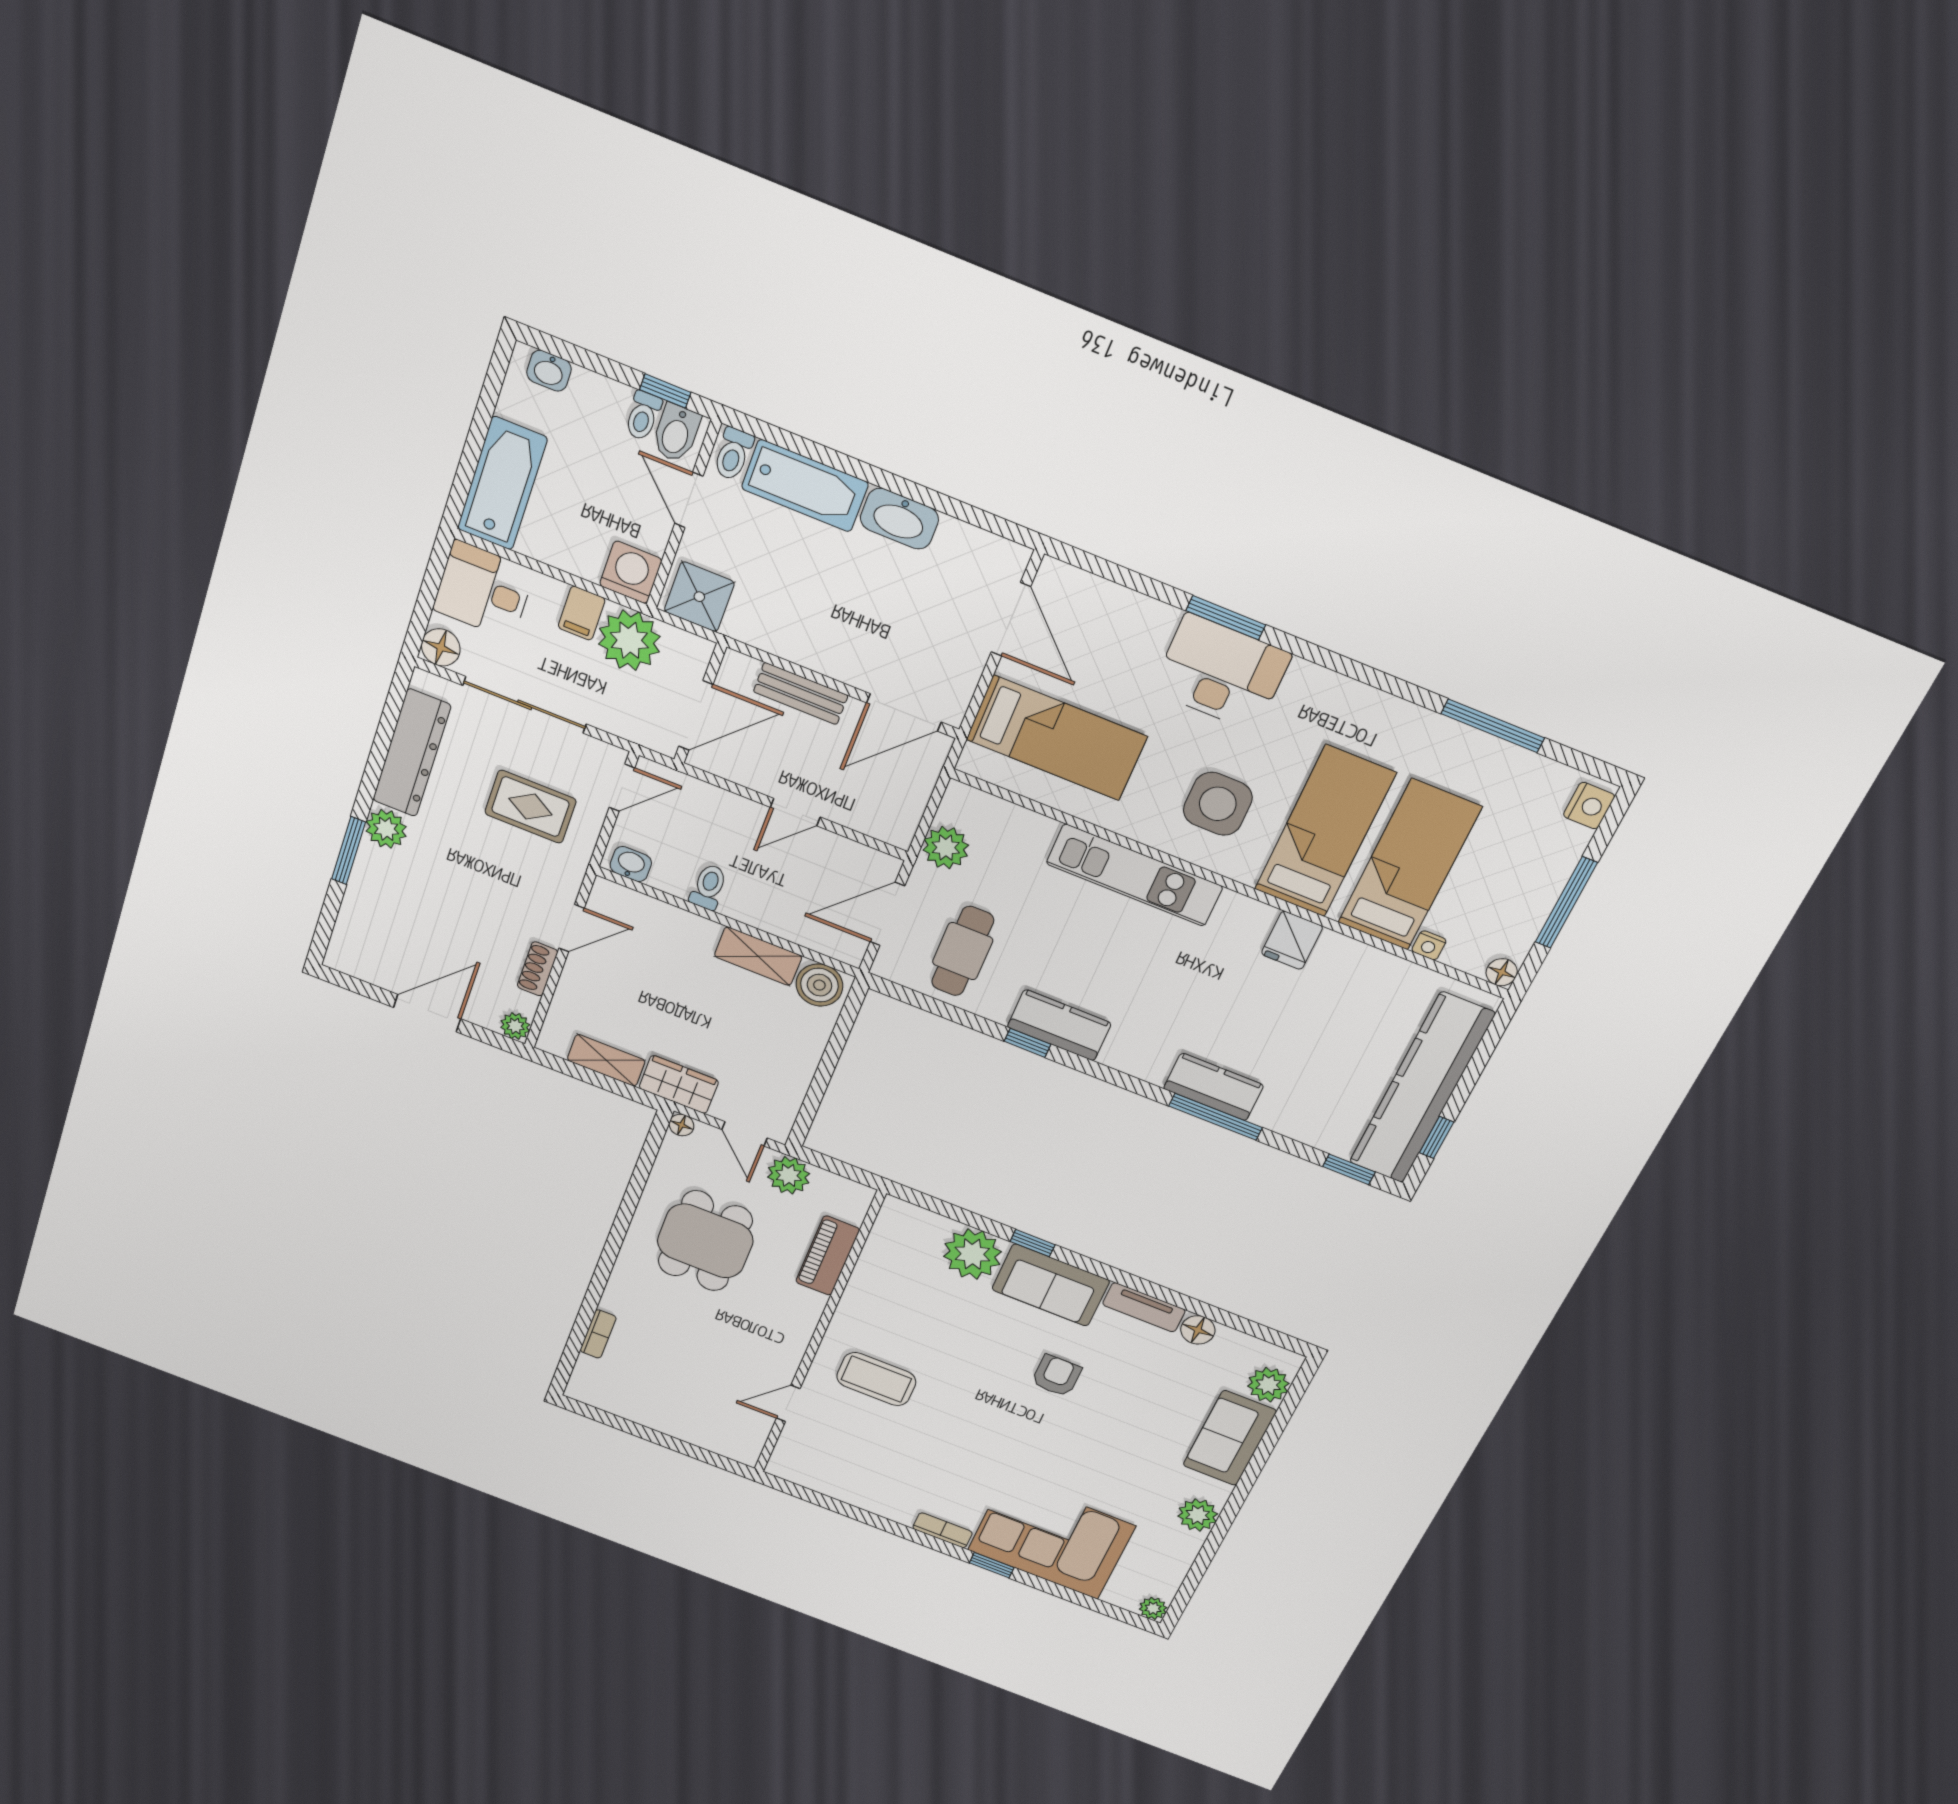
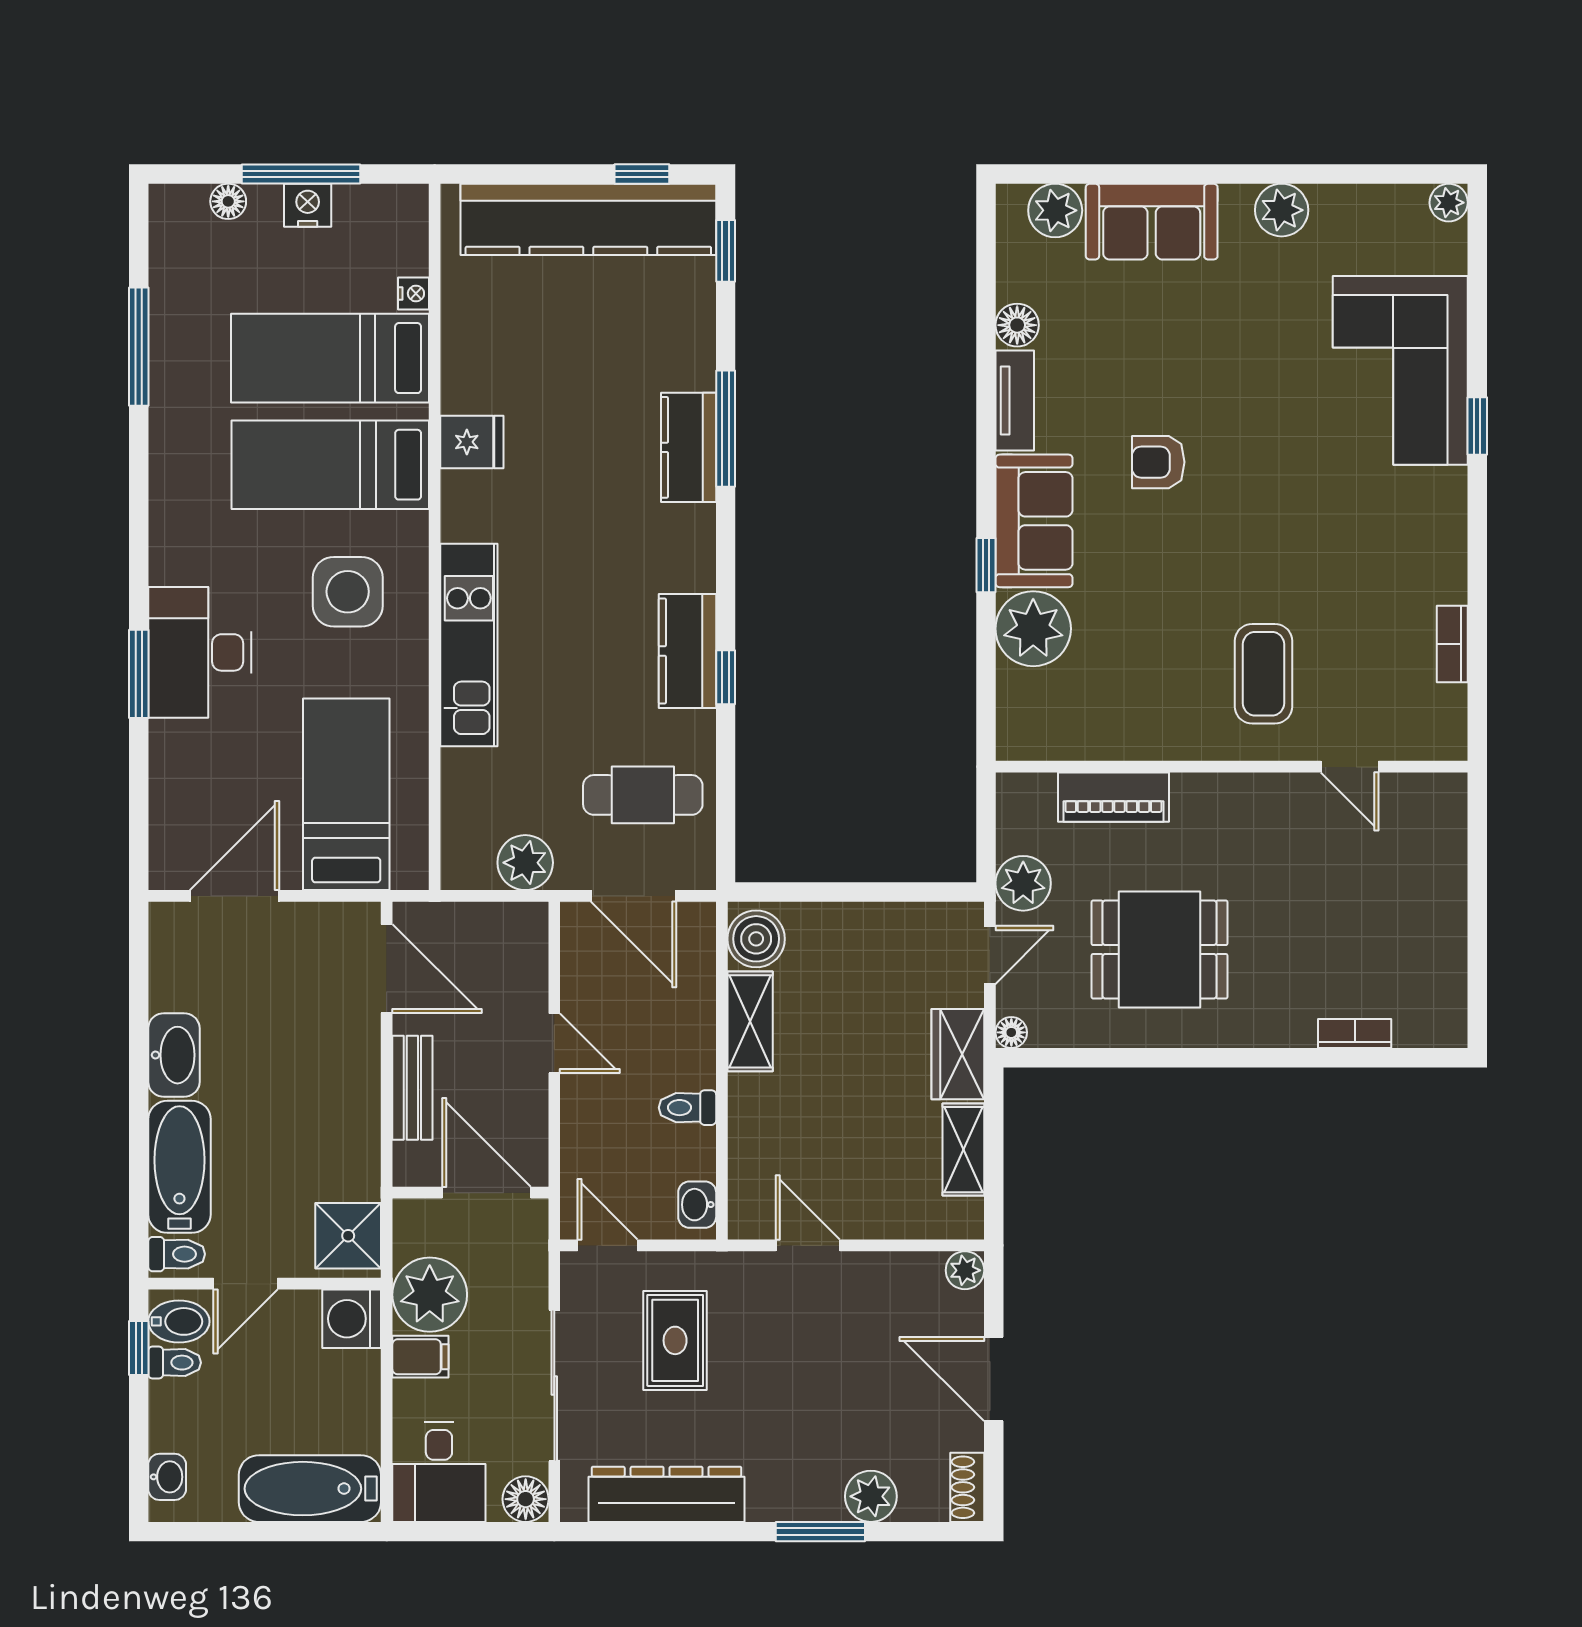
nightstand: (1589, 806) -> (308, 205), moved
plant: (386, 829) -> (871, 1496), moved
shoe rack: (538, 969) -> (967, 1487), moved, turned 90
floor lamp: (1502, 972) -> (228, 201), moved
bookcase: (943, 1530) -> (1452, 644), moved

